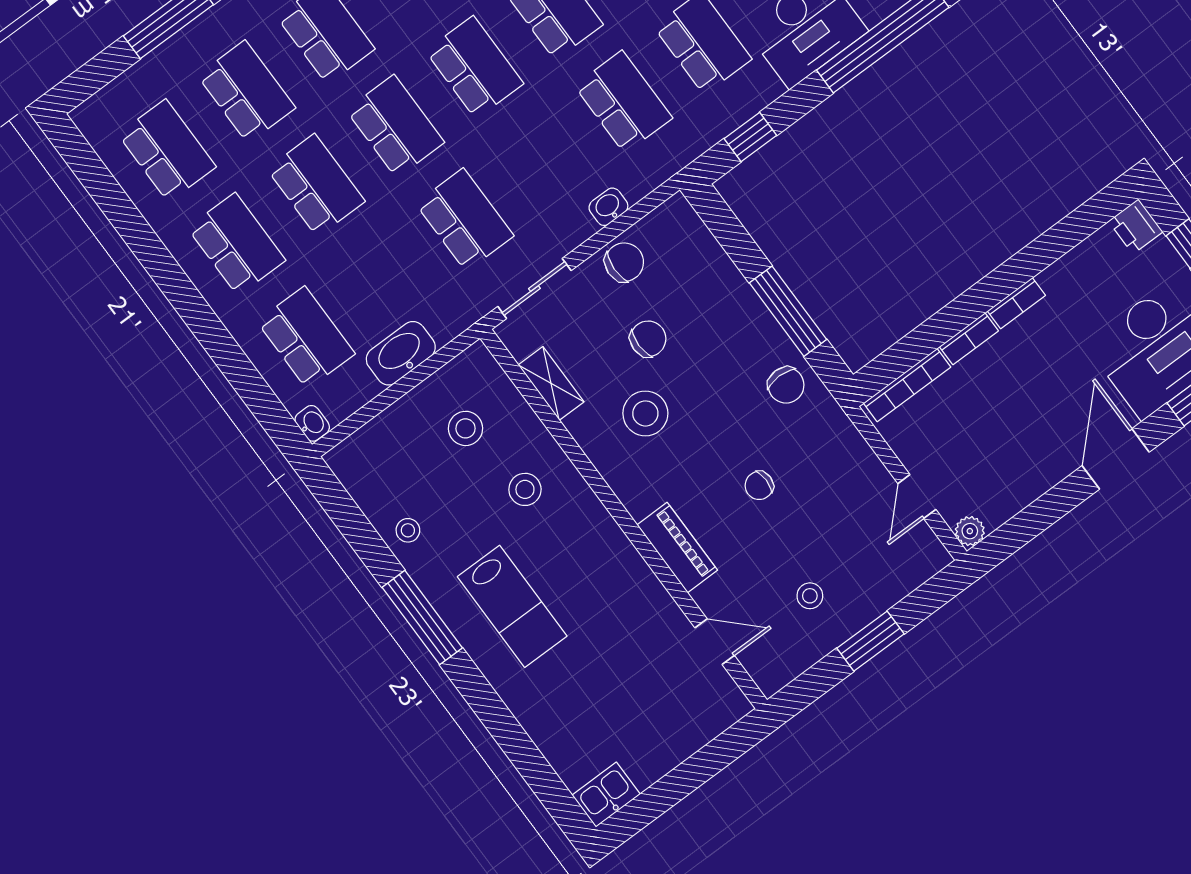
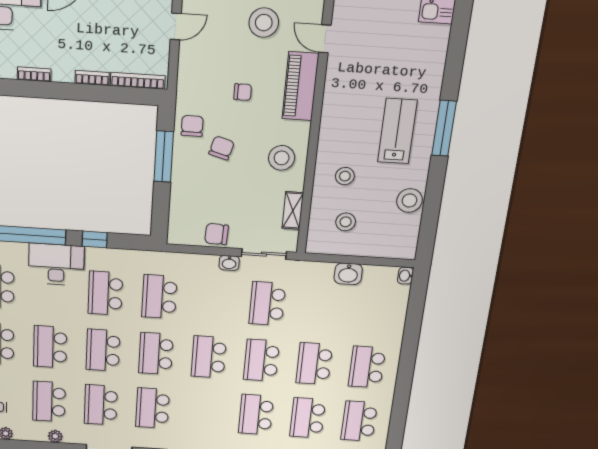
window: (750, 137) -> (95, 239), moved
washbasin: (608, 207) -> (229, 263), moved
bookcase: (1016, 303) -> (34, 74), moved
school desk: (306, 338) -> (375, 311), removed
chair: (648, 339) -> (222, 148), moved, turned 106
washbasin: (401, 353) -> (348, 274), width x0.72
stool: (645, 413) -> (282, 158), moved
stool: (408, 530) -> (409, 200), width x1.89, depth x1.89
piano: (677, 547) -> (300, 86), width x1.37, depth x1.33
stool: (810, 596) -> (264, 23), width x1.89, depth x1.89
window: (422, 618) -> (444, 128), moved

